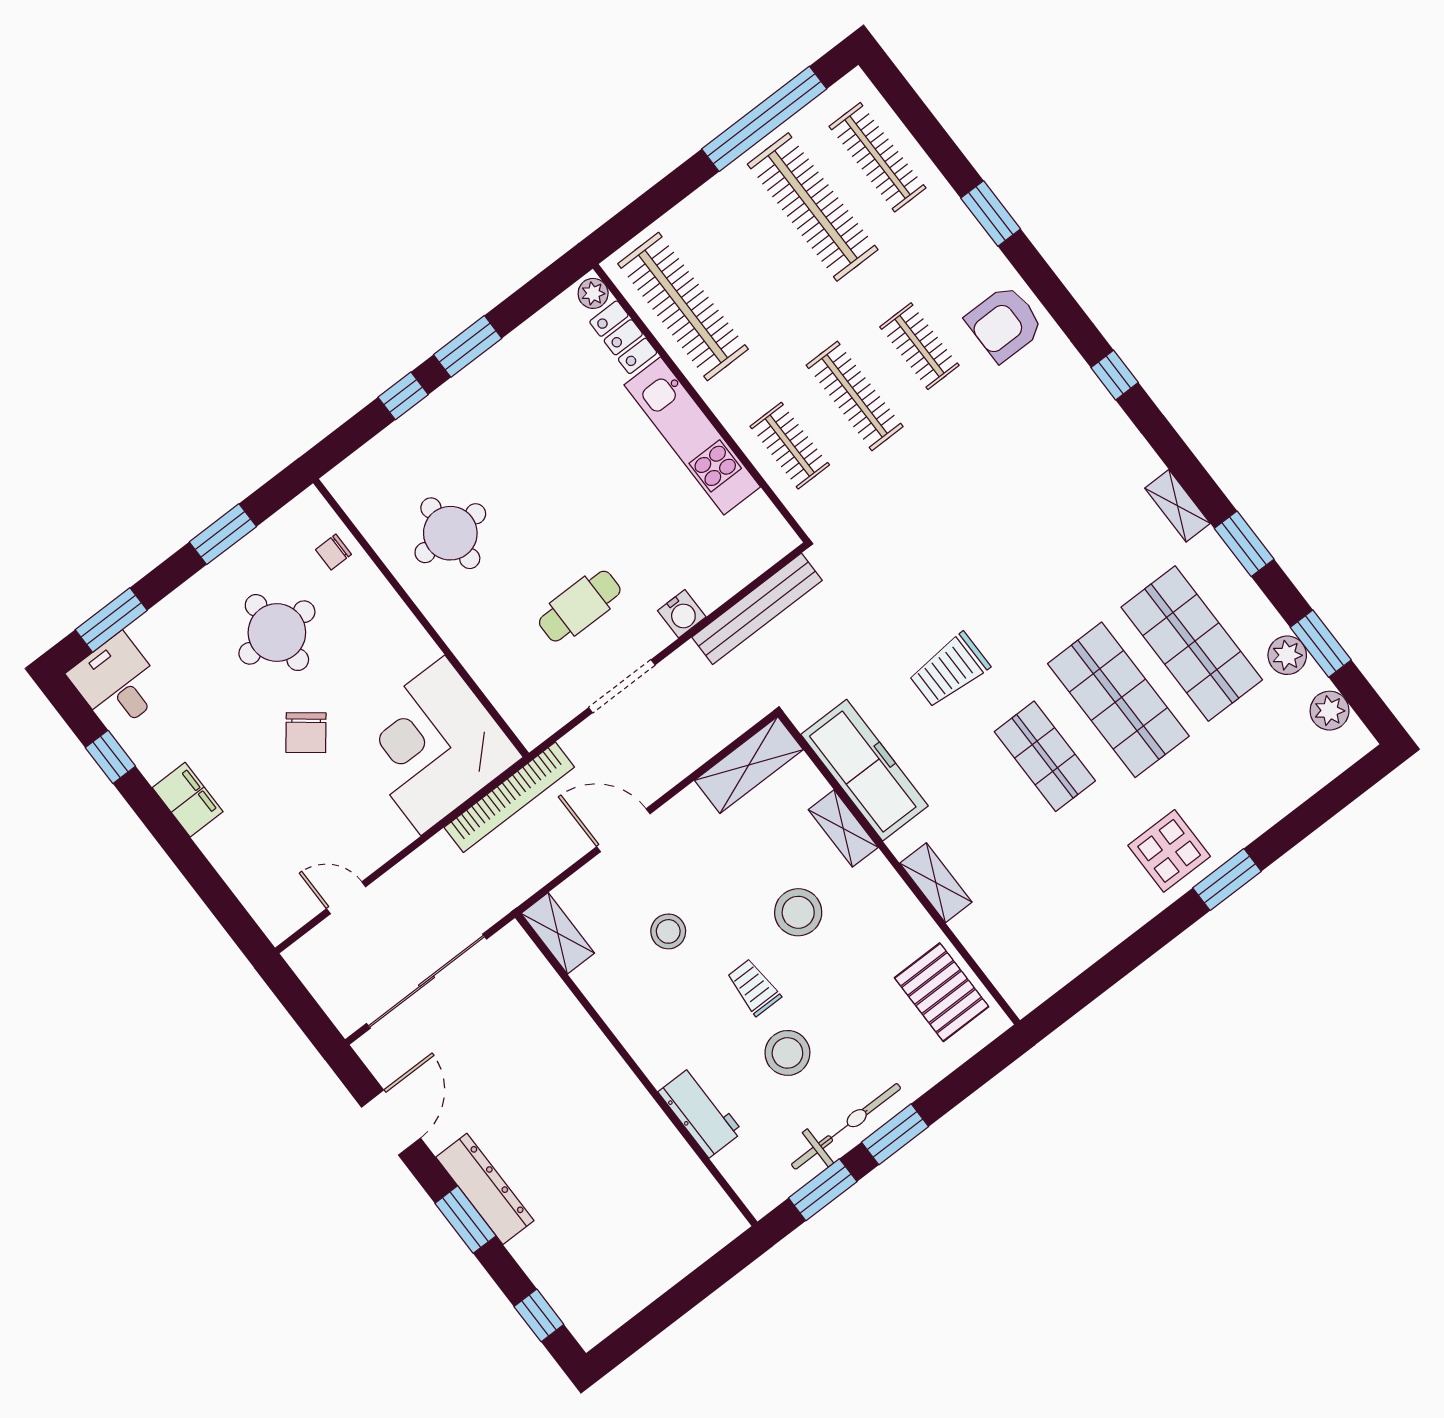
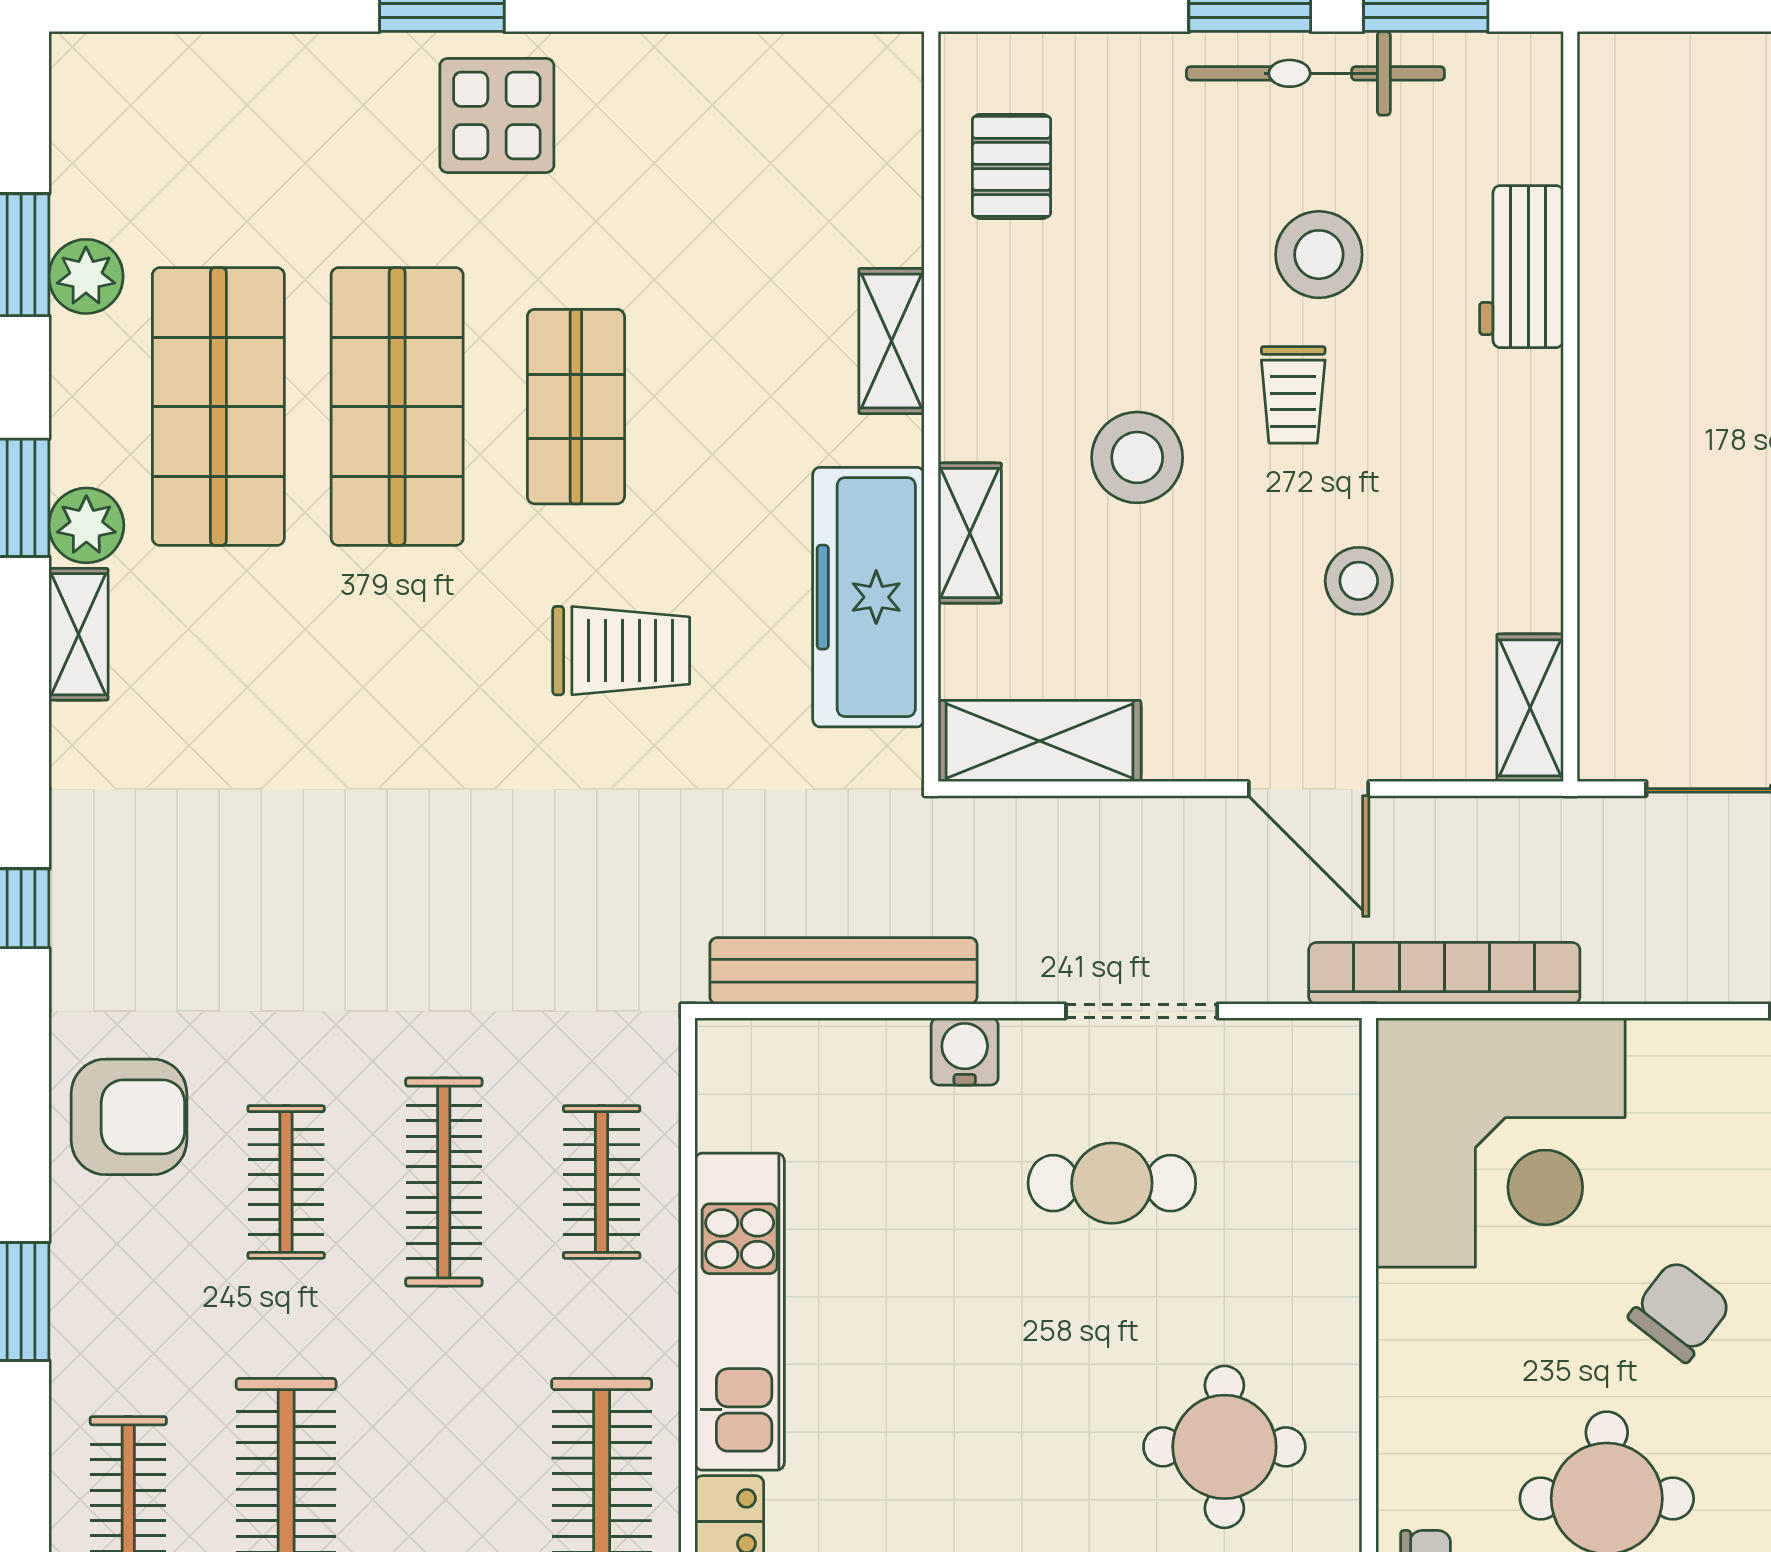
plant: (1330, 711) -> (86, 525), moved
pallet: (942, 992) -> (1011, 166), width x0.67, depth x0.71

